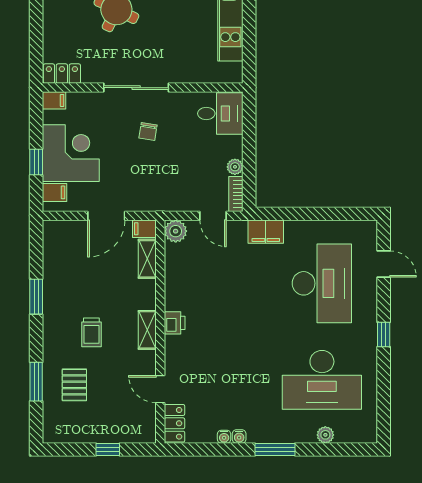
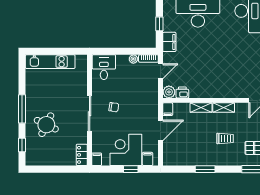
window: (299, 214) -> (159, 24), added
door: (106, 216) -> (160, 130), hinge flipped
shelving: (147, 259) -> (201, 108), moved
printer: (175, 323) -> (182, 92), moved

